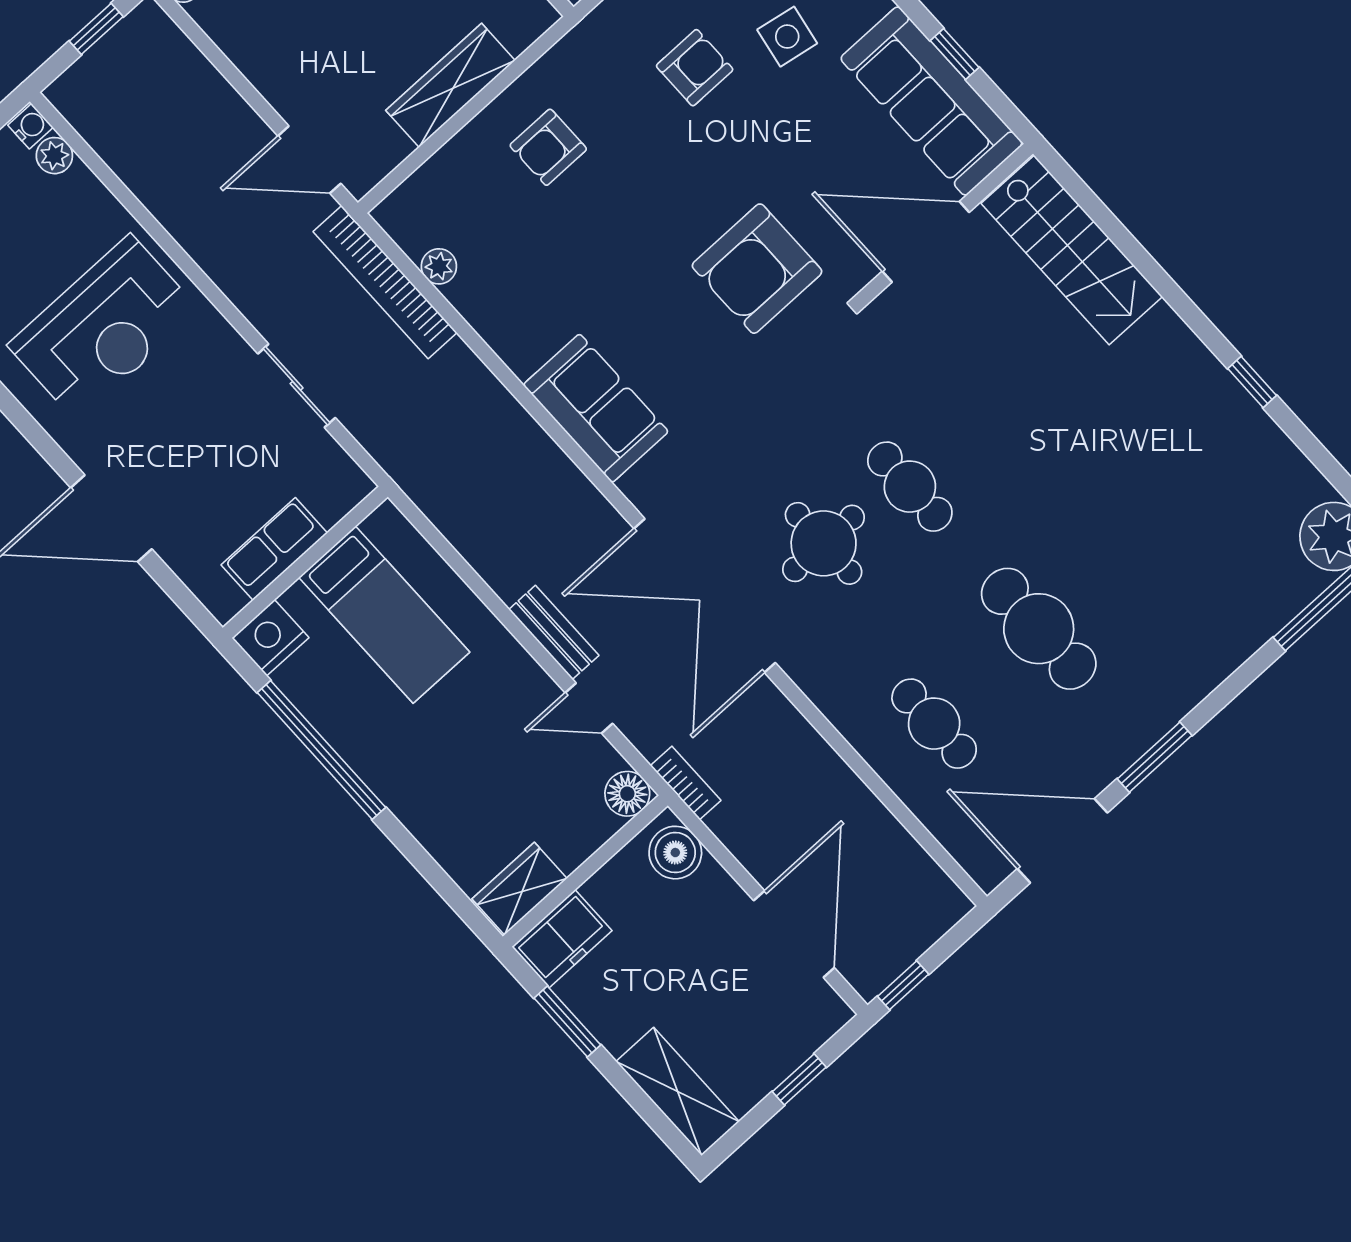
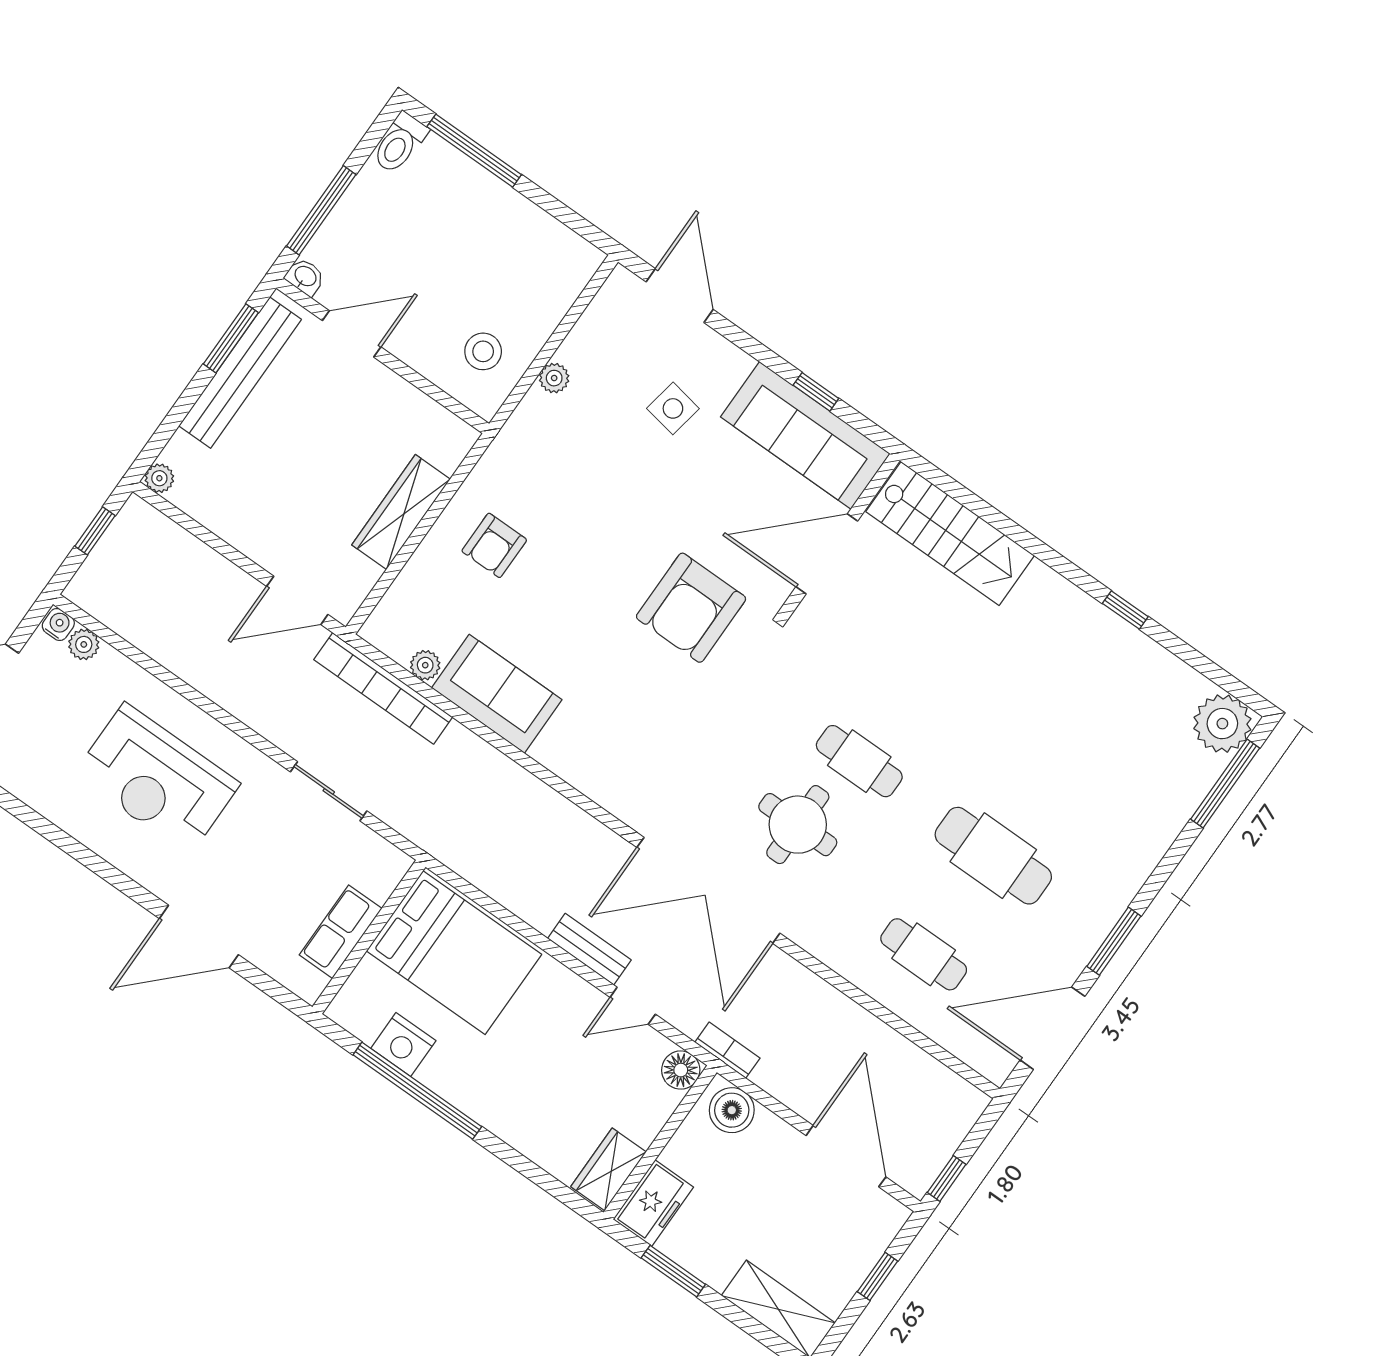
armchair: (695, 68) -> (602, 452), removed
reception desk: (104, 328) -> (157, 779), turned 90
sofa: (596, 408) -> (497, 694), moved
bed: (384, 615) -> (454, 953), width x1.50
nightstand: (270, 638) -> (403, 1044), moved, turned -90

